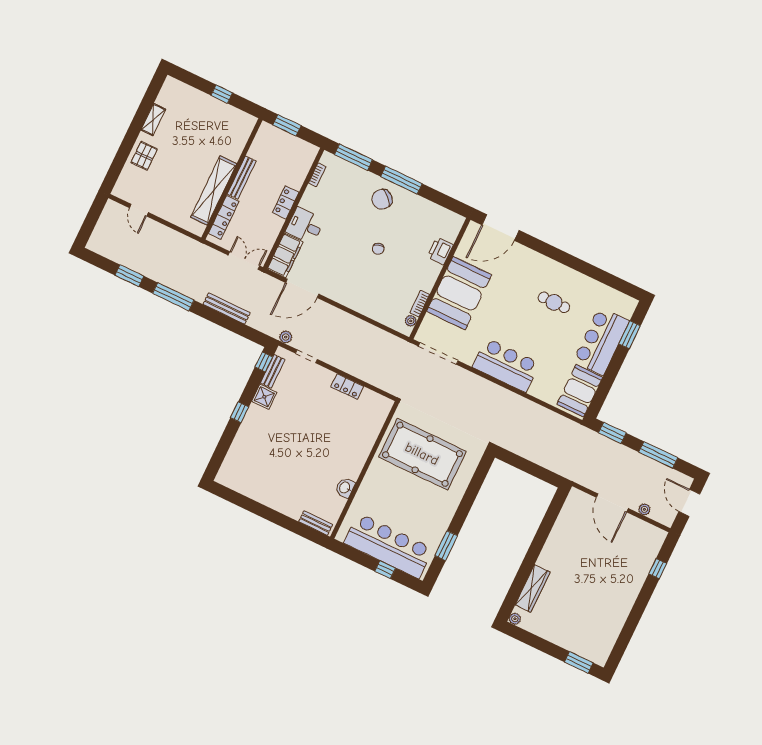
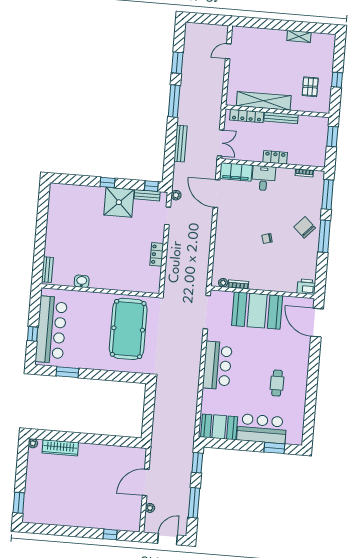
pallet: (144, 156) -> (310, 87), moved, turned 90
printer: (440, 251) -> (306, 287), moved
shower: (264, 397) -> (119, 202), width x1.86, depth x1.86

